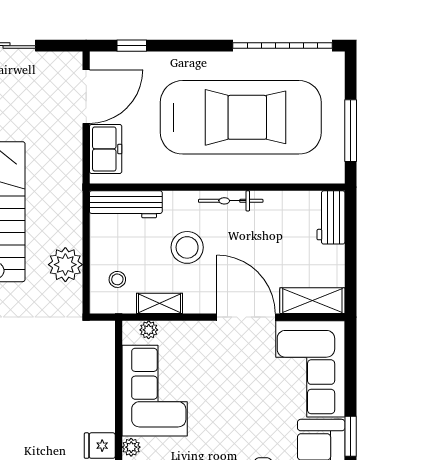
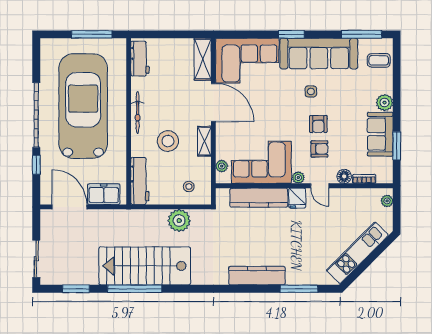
window: (132, 46) -> (36, 165), moved
garage door: (283, 46) -> (36, 115), moved
workbench: (331, 217) -> (140, 59), moved, turned -90
shelving: (159, 303) -> (204, 141), moved
door: (246, 317) -> (213, 103), swing flipped
kitchen counter: (100, 387) -> (259, 198), added

